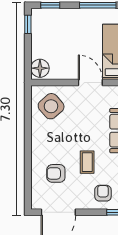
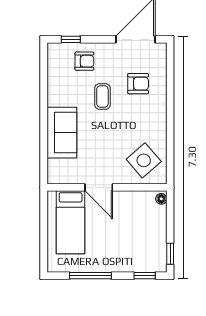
floor lamp: (40, 68) -> (161, 199), width x0.53, depth x0.53
armchair: (103, 193) -> (84, 61), turned -90

